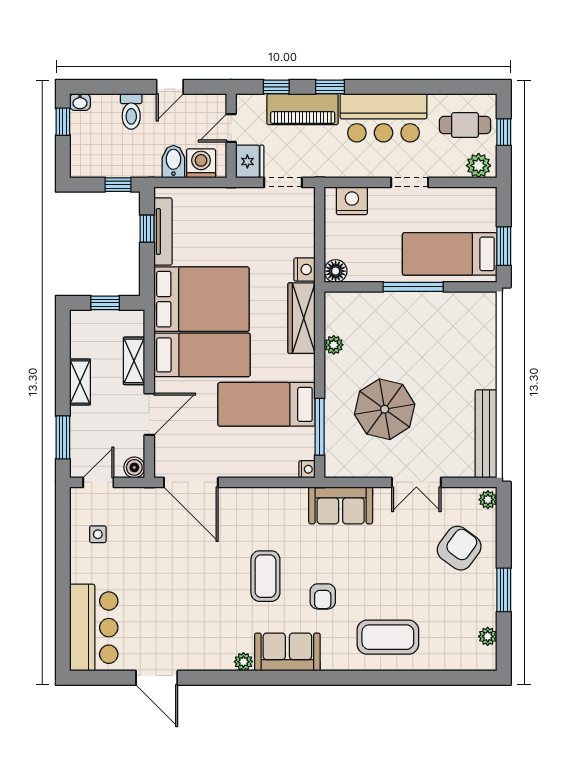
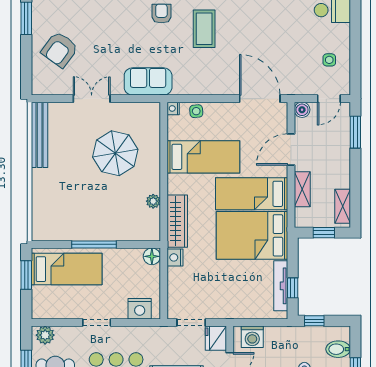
bidet: (173, 162) -> (338, 349), moved, turned 90
shelving: (80, 382) -> (343, 206), moved
window: (320, 427) -> (164, 140), removed
side table: (276, 466) -> (196, 111), added
plant: (488, 500) -> (38, 86), removed

